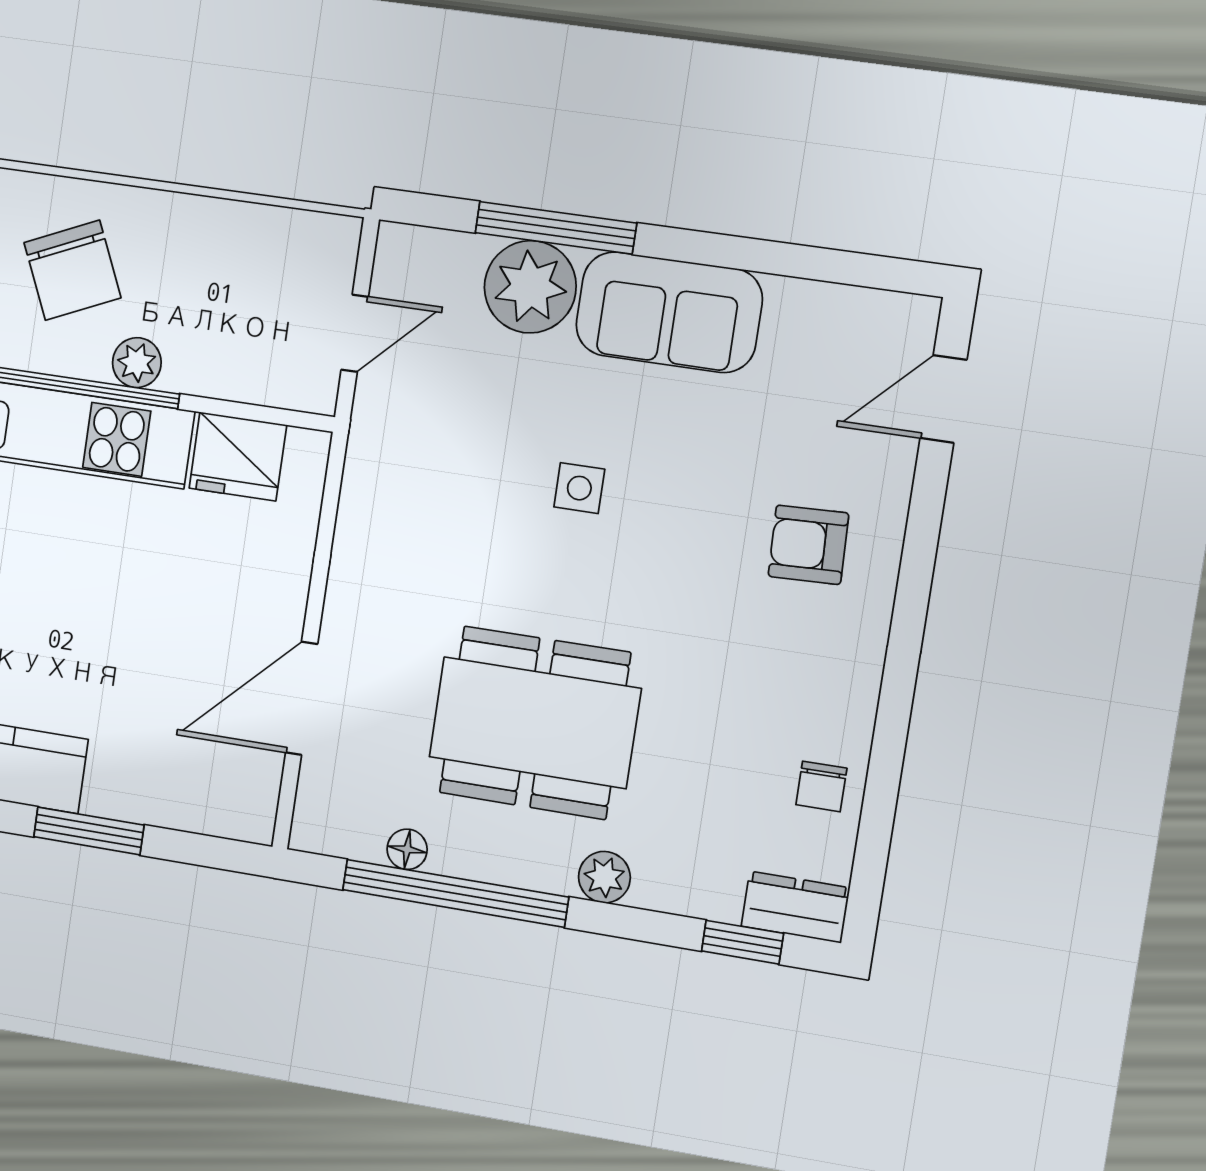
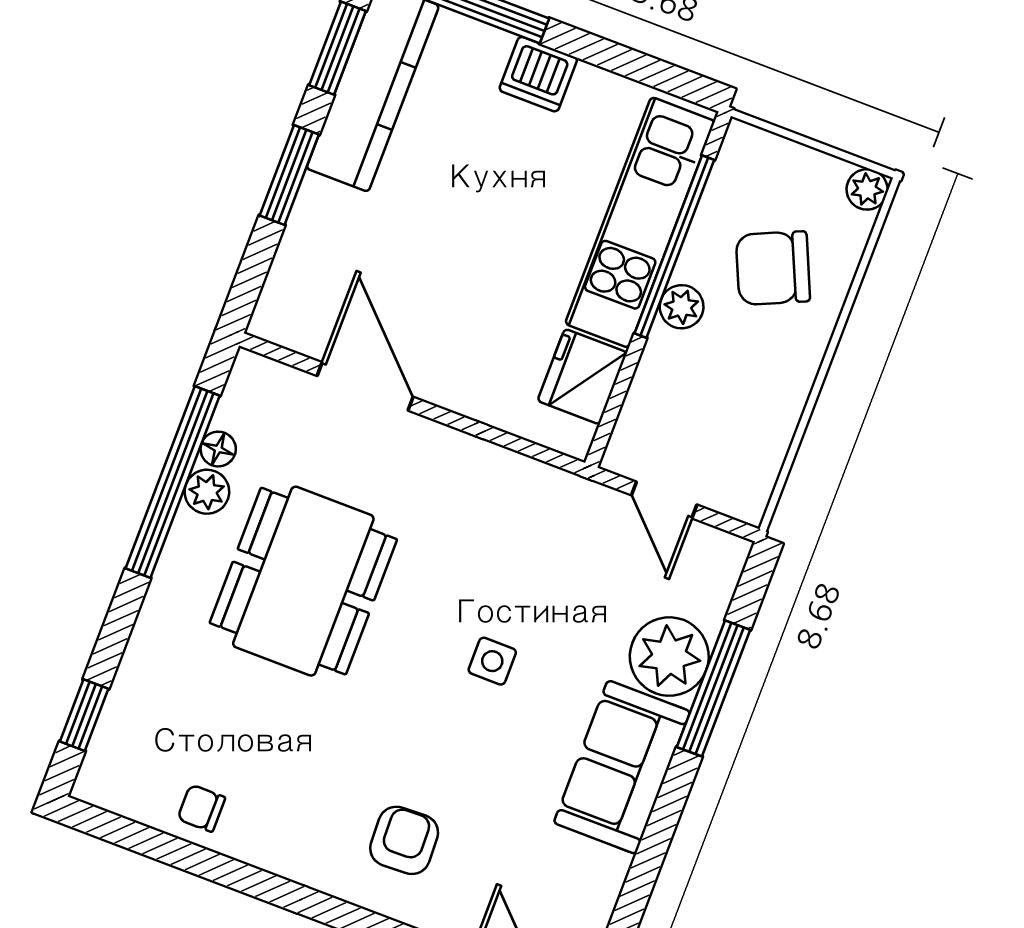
plant: (604, 877) -> (207, 492), moved
dresser: (795, 907) -> (105, 765), removed

